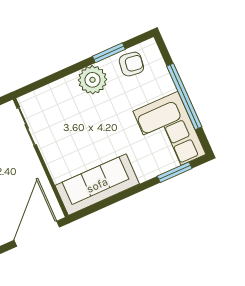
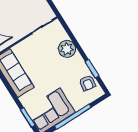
plant: (92, 80) -> (67, 49), moved

